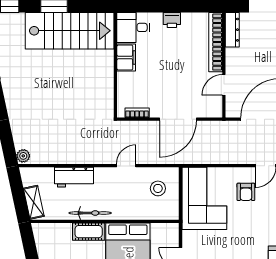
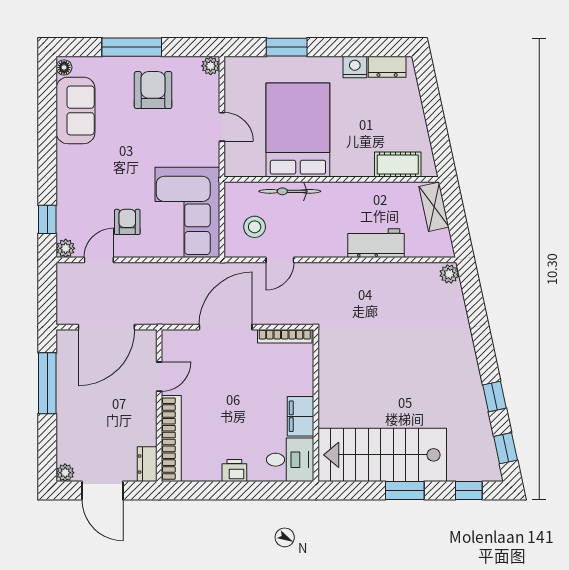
dresser: (232, 30) -> (147, 464), width x0.70
bookcase: (137, 113) -> (285, 336), width x1.56
door: (126, 166) -> (280, 260), moved
bicycle: (90, 213) -> (290, 191), moved
cot: (89, 232) -> (398, 164), moved

